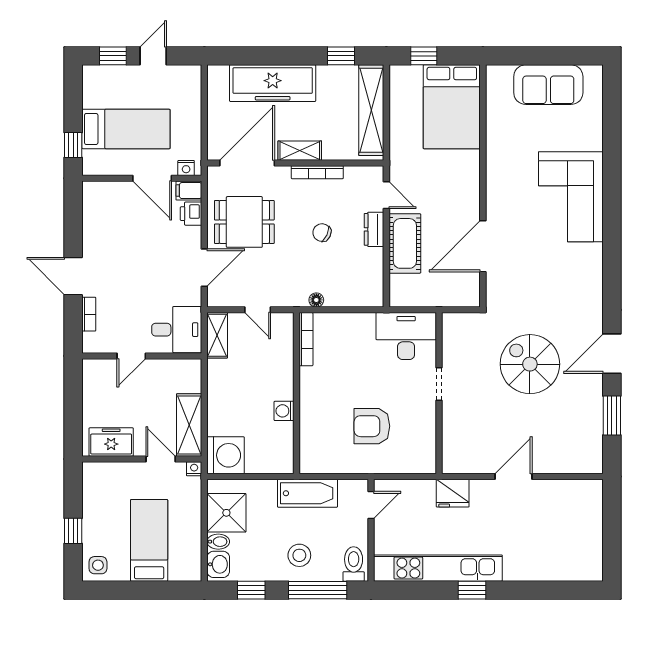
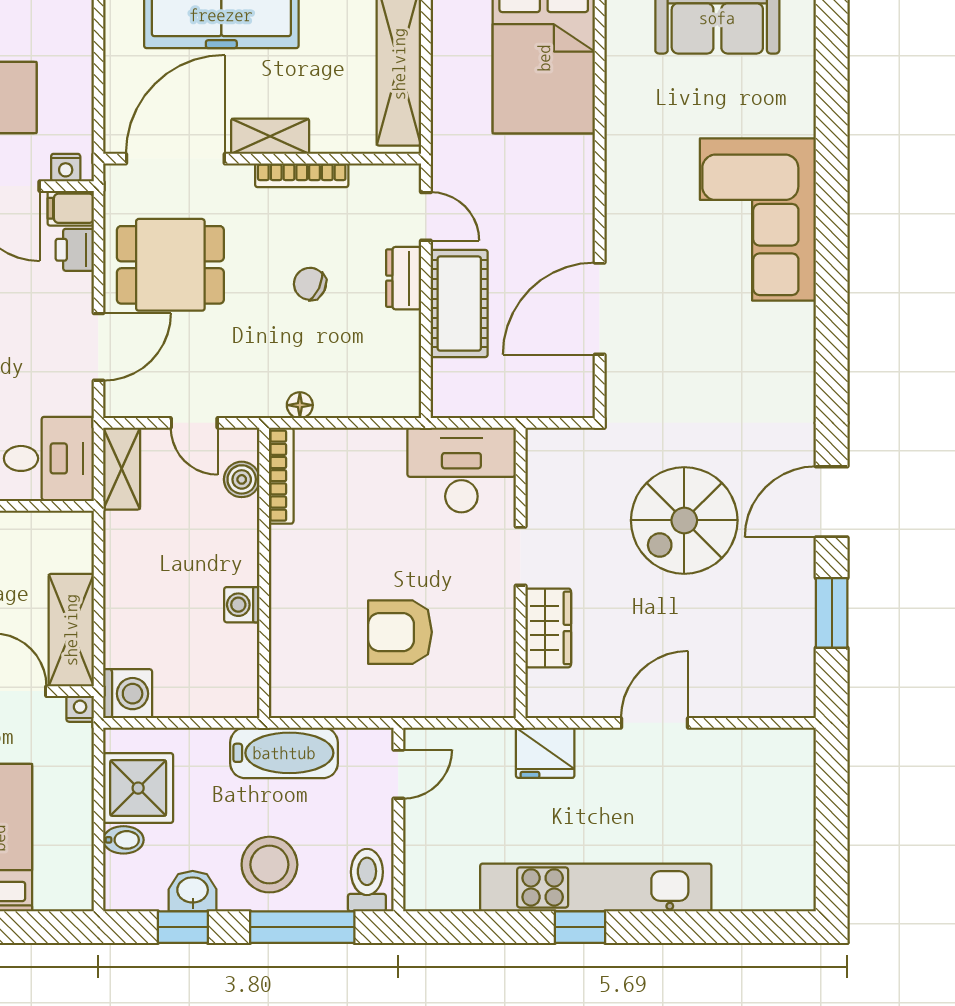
boiler: (284, 341) -> (242, 479), added
spiral stairs: (530, 364) -> (684, 520), turned -90
wardrobe: (454, 424) -> (548, 628), added
washing machine: (226, 455) -> (128, 694), width x0.73, depth x0.73
stool: (299, 555) -> (269, 865), width x1.38, depth x1.38
washbasin: (218, 564) -> (193, 891), moved, turned -90
kitchen unit: (438, 568) -> (596, 887), moved

